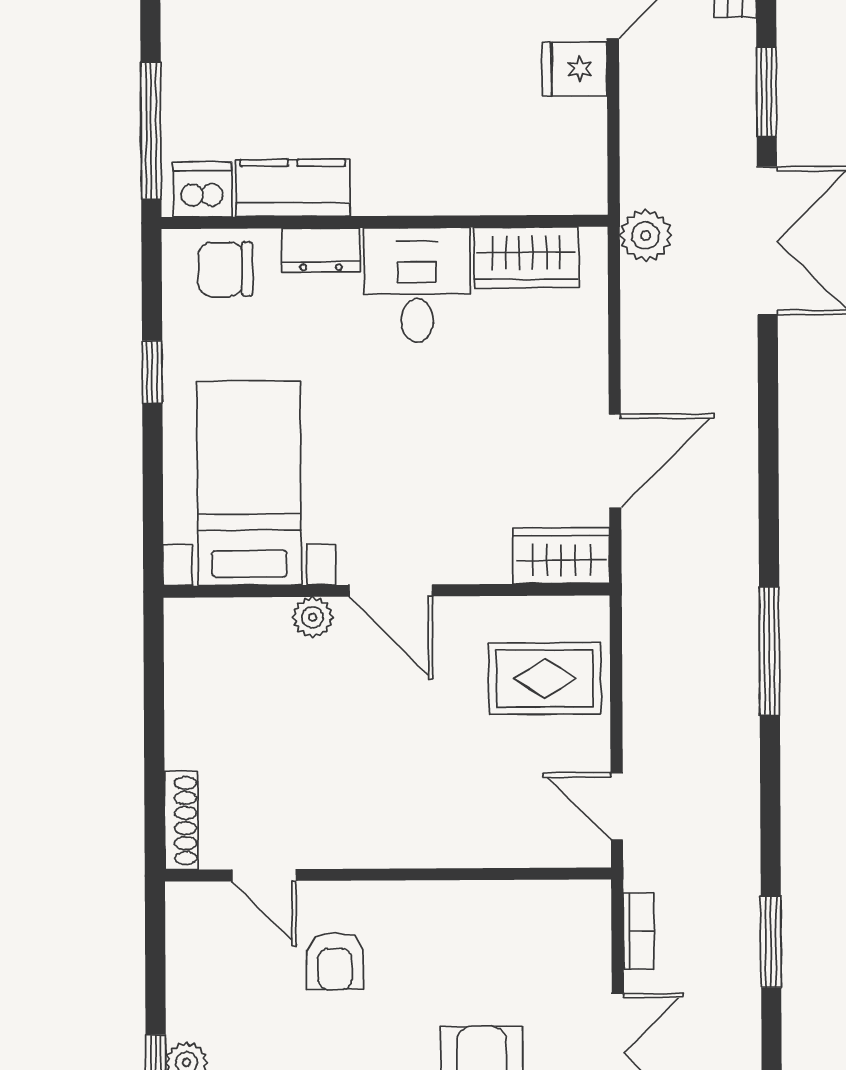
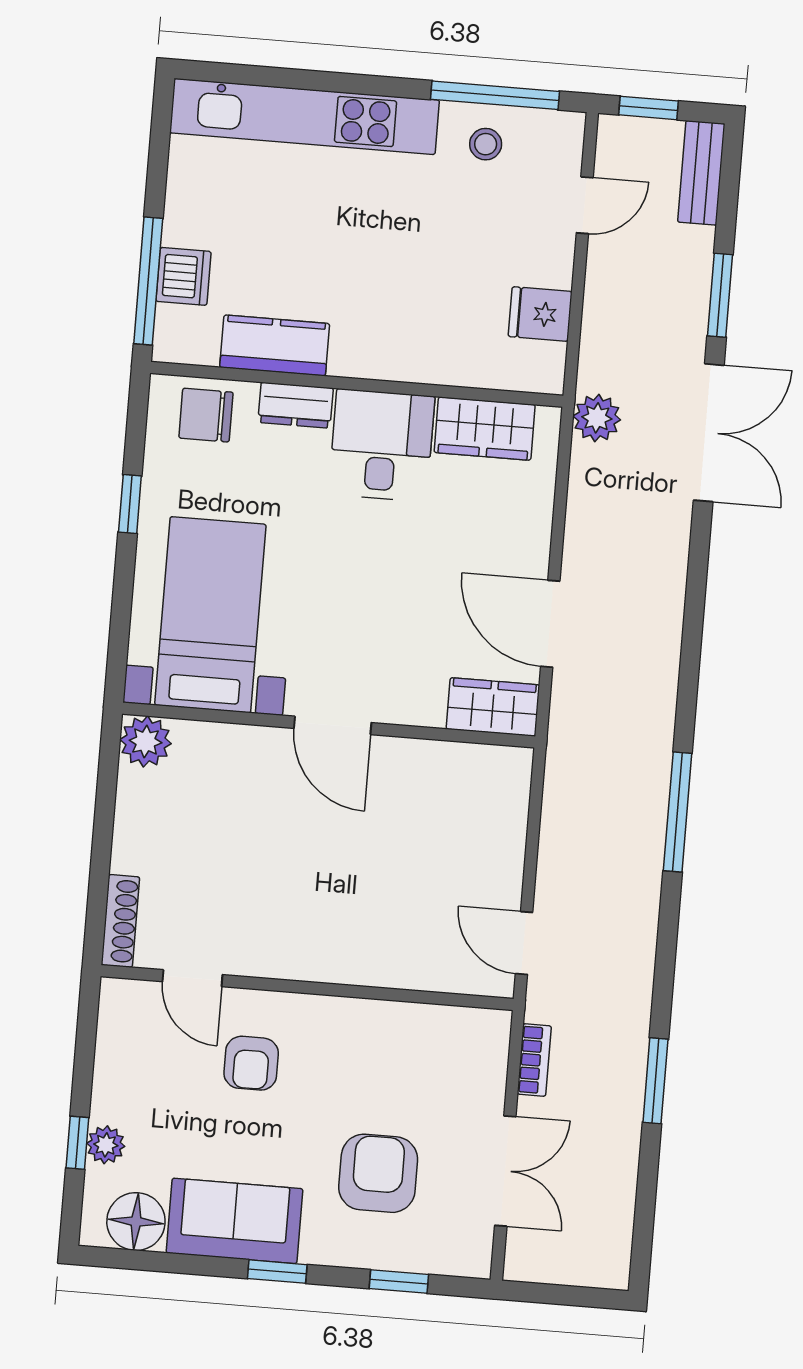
fridge: (575, 69) -> (540, 314), moved
dishwasher: (202, 189) -> (183, 276), moved, turned 90
door: (615, 461) -> (550, 624), swing flipped
plant: (313, 617) -> (146, 741), moved, width x1.38, depth x1.38
rug: (545, 678) -> (468, 819), removed

